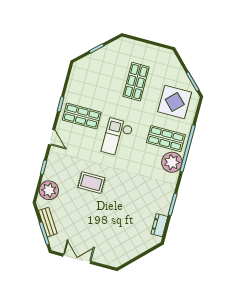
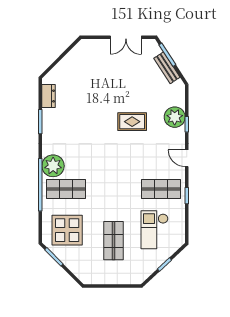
checkout: (117, 138) -> (154, 230), moved, turned 180
plant: (49, 190) -> (175, 117), moved

